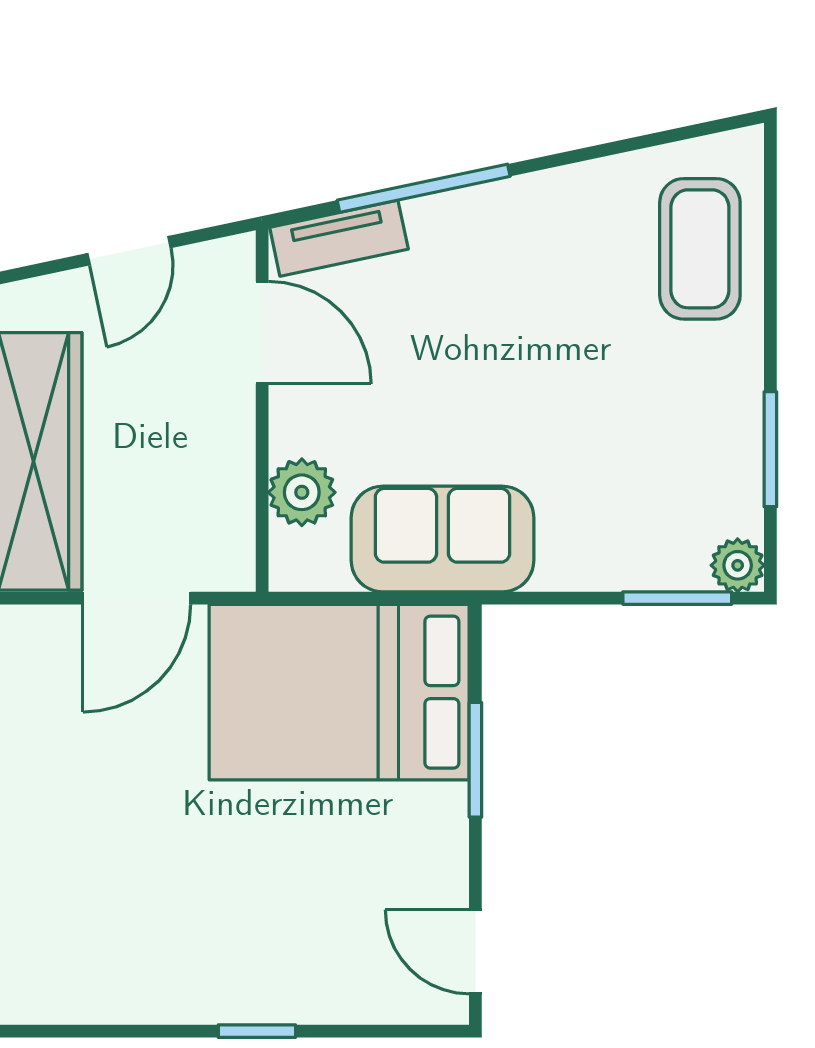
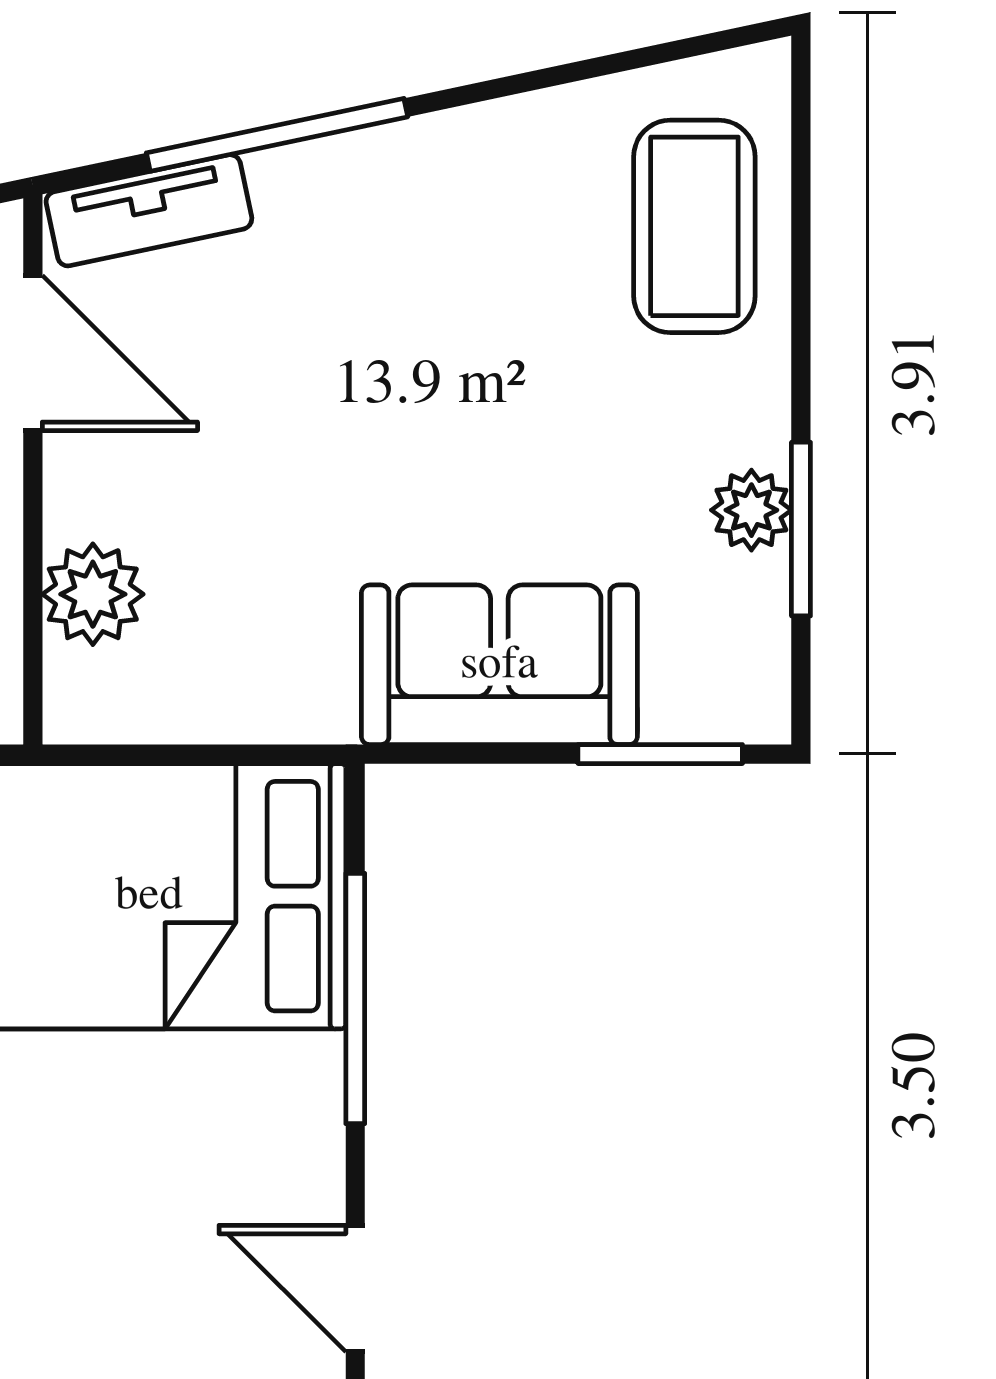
sofa: (442, 539) -> (499, 665), moved
plant: (738, 565) -> (751, 510), moved
window: (475, 760) -> (355, 999), width x1.44

